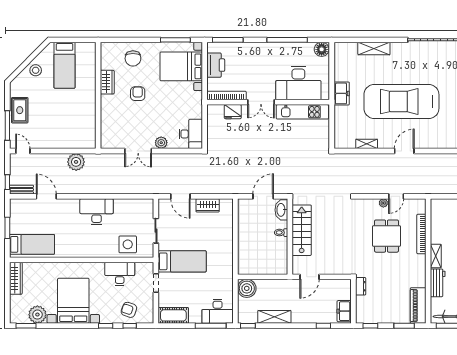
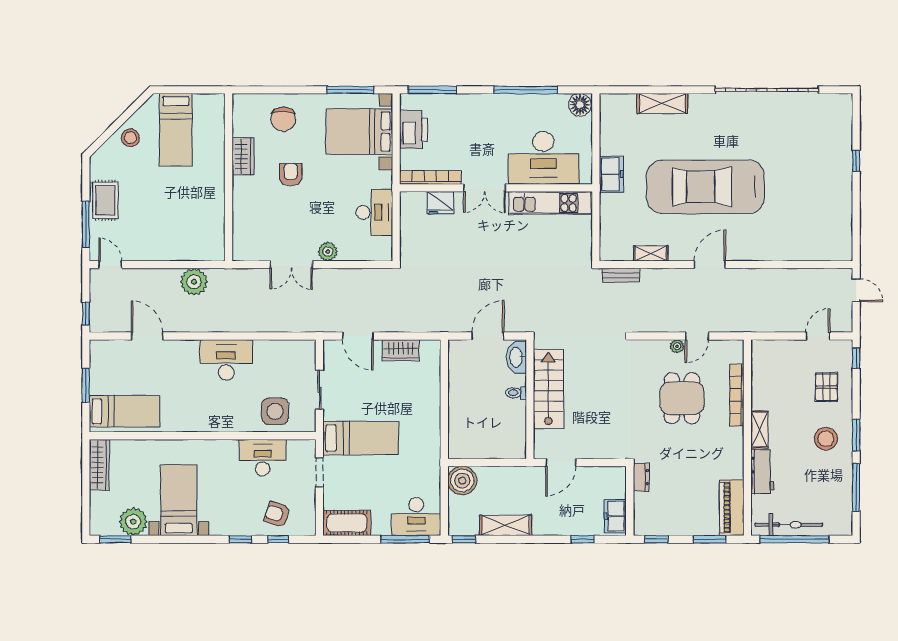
desk: (191, 134) -> (374, 212), moved
bench: (21, 190) -> (621, 275), moved
bed with nightstands: (73, 301) -> (179, 500), width x0.73

